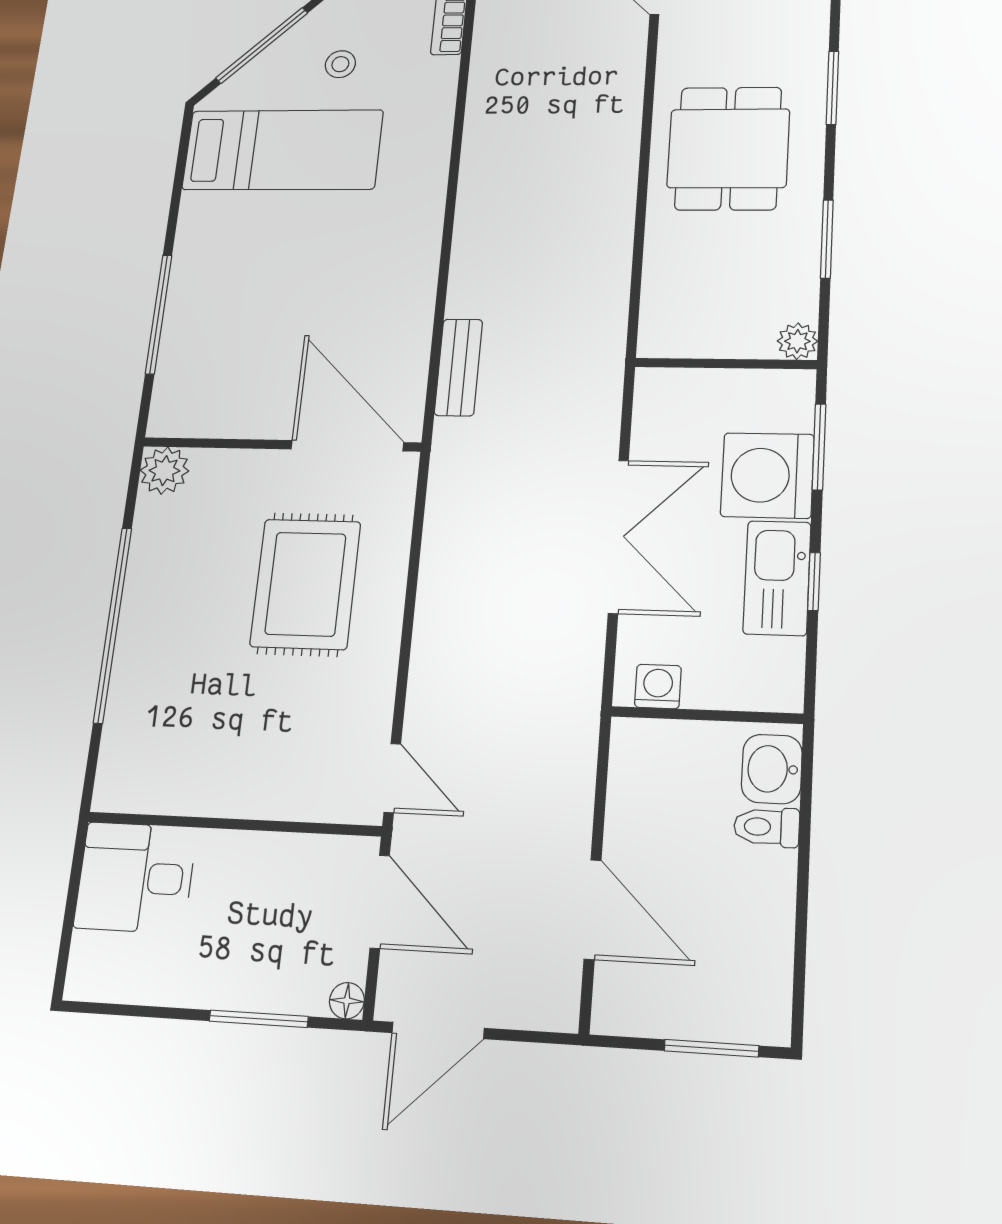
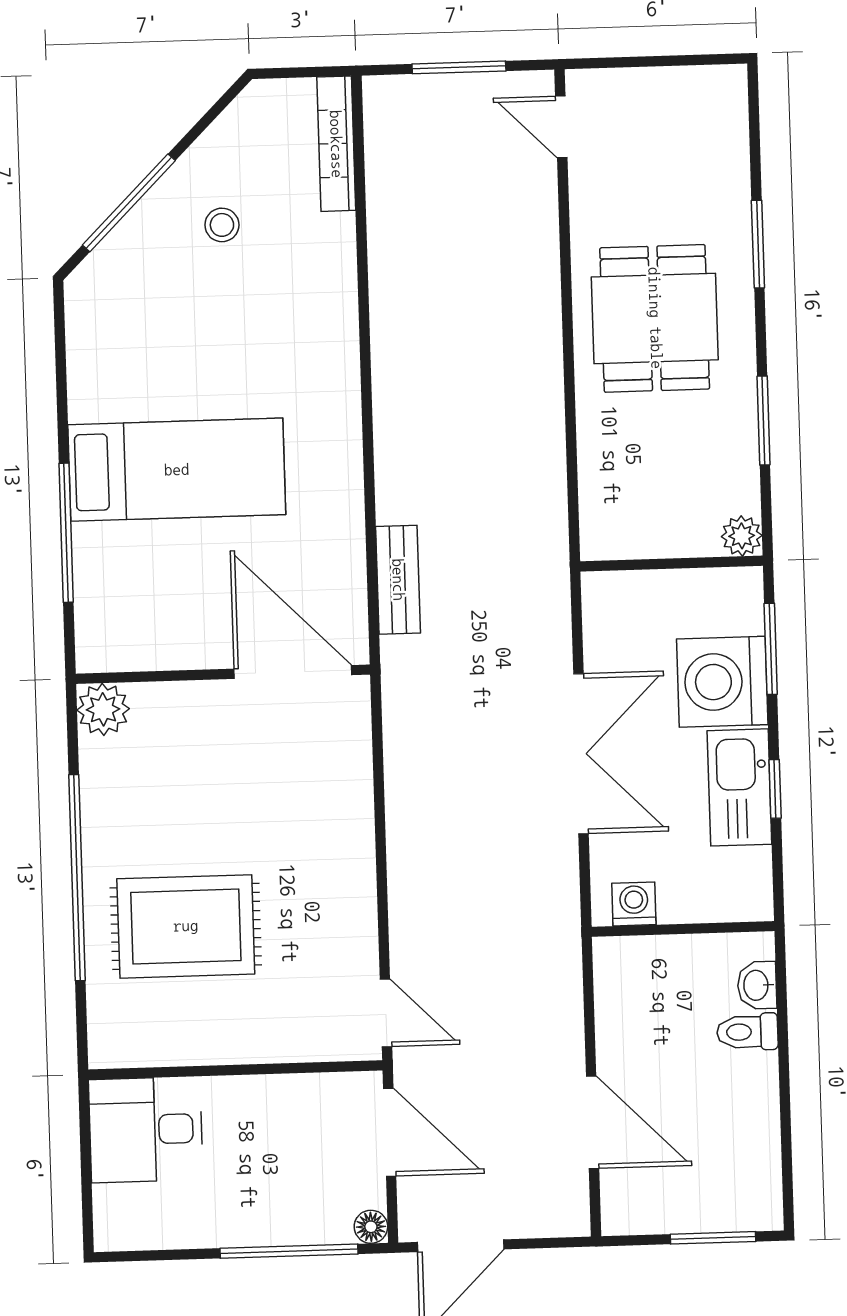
bed: (282, 150) -> (177, 470), moved
rug: (305, 584) -> (186, 926), moved, turned 90
washbasin: (772, 769) -> (757, 985), width x0.72, depth x0.69
window: (259, 1019) -> (289, 1251), width x1.44

